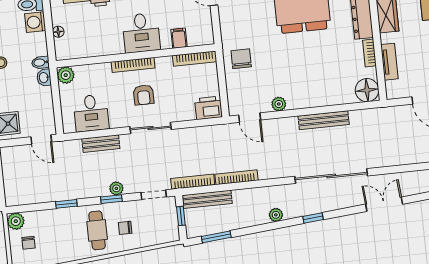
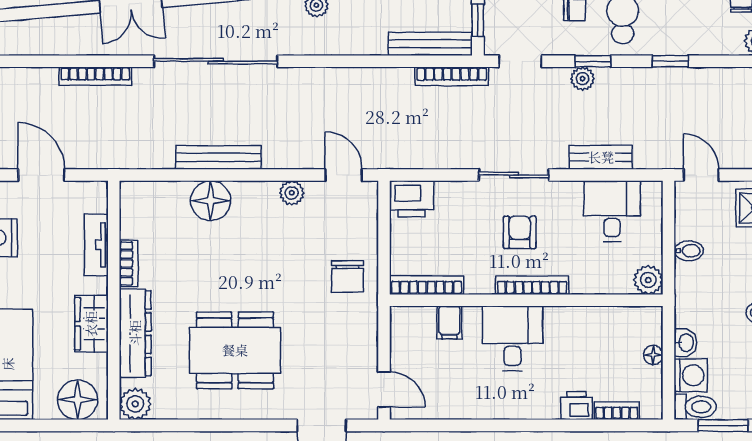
bidet: (40, 63) -> (689, 251), moved
washbasin: (44, 78) -> (686, 343), moved
floor lamp: (367, 90) -> (211, 201), moved
bookcase: (236, 177) -> (95, 76), moved

